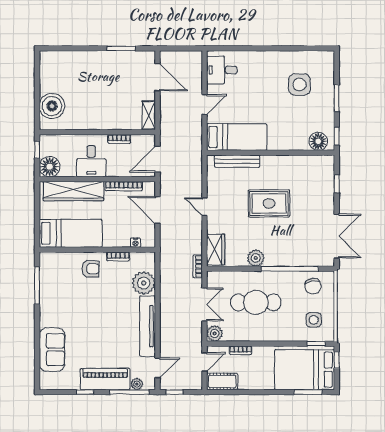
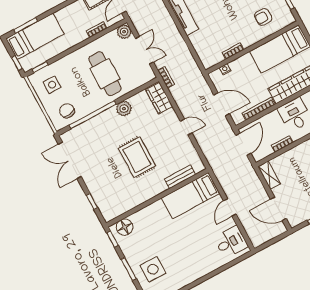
side table: (299, 85) -> (153, 269), moved
bench: (237, 161) -> (180, 177), width x0.73
rug: (269, 203) -> (137, 157), turned 90
armchair: (91, 269) -> (263, 17), moved
plant: (144, 283) -> (201, 41), removed
cafe table: (256, 302) -> (105, 74), turned 90
double door: (205, 304) -> (144, 50), swing flipped
bed: (305, 370) -> (35, 36), width x0.67

